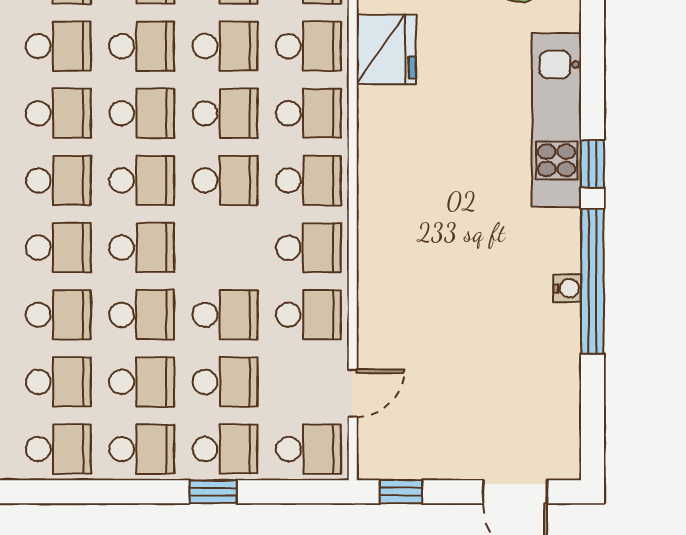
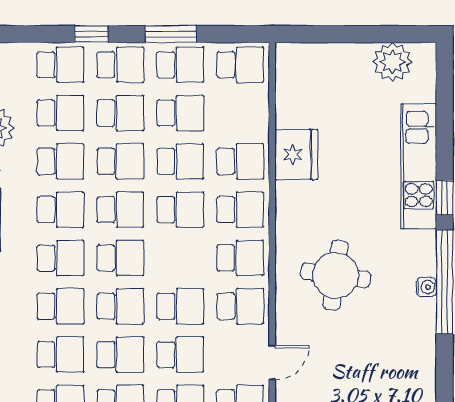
school desk: (308, 46) -> (240, 113), removed
fridge: (386, 49) -> (296, 154), moved
round table: (441, 272) -> (336, 275), added

